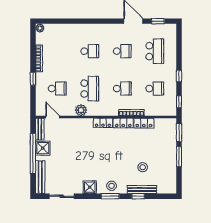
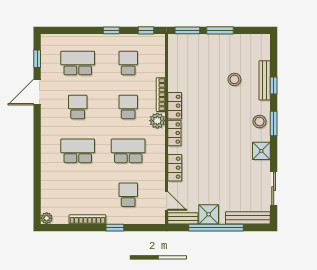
school desk: (90, 51) -> (78, 151), width x1.85
plant: (81, 110) -> (157, 121), moved
door: (53, 117) -> (167, 201), swing flipped
locker: (144, 123) -> (175, 168), moved

